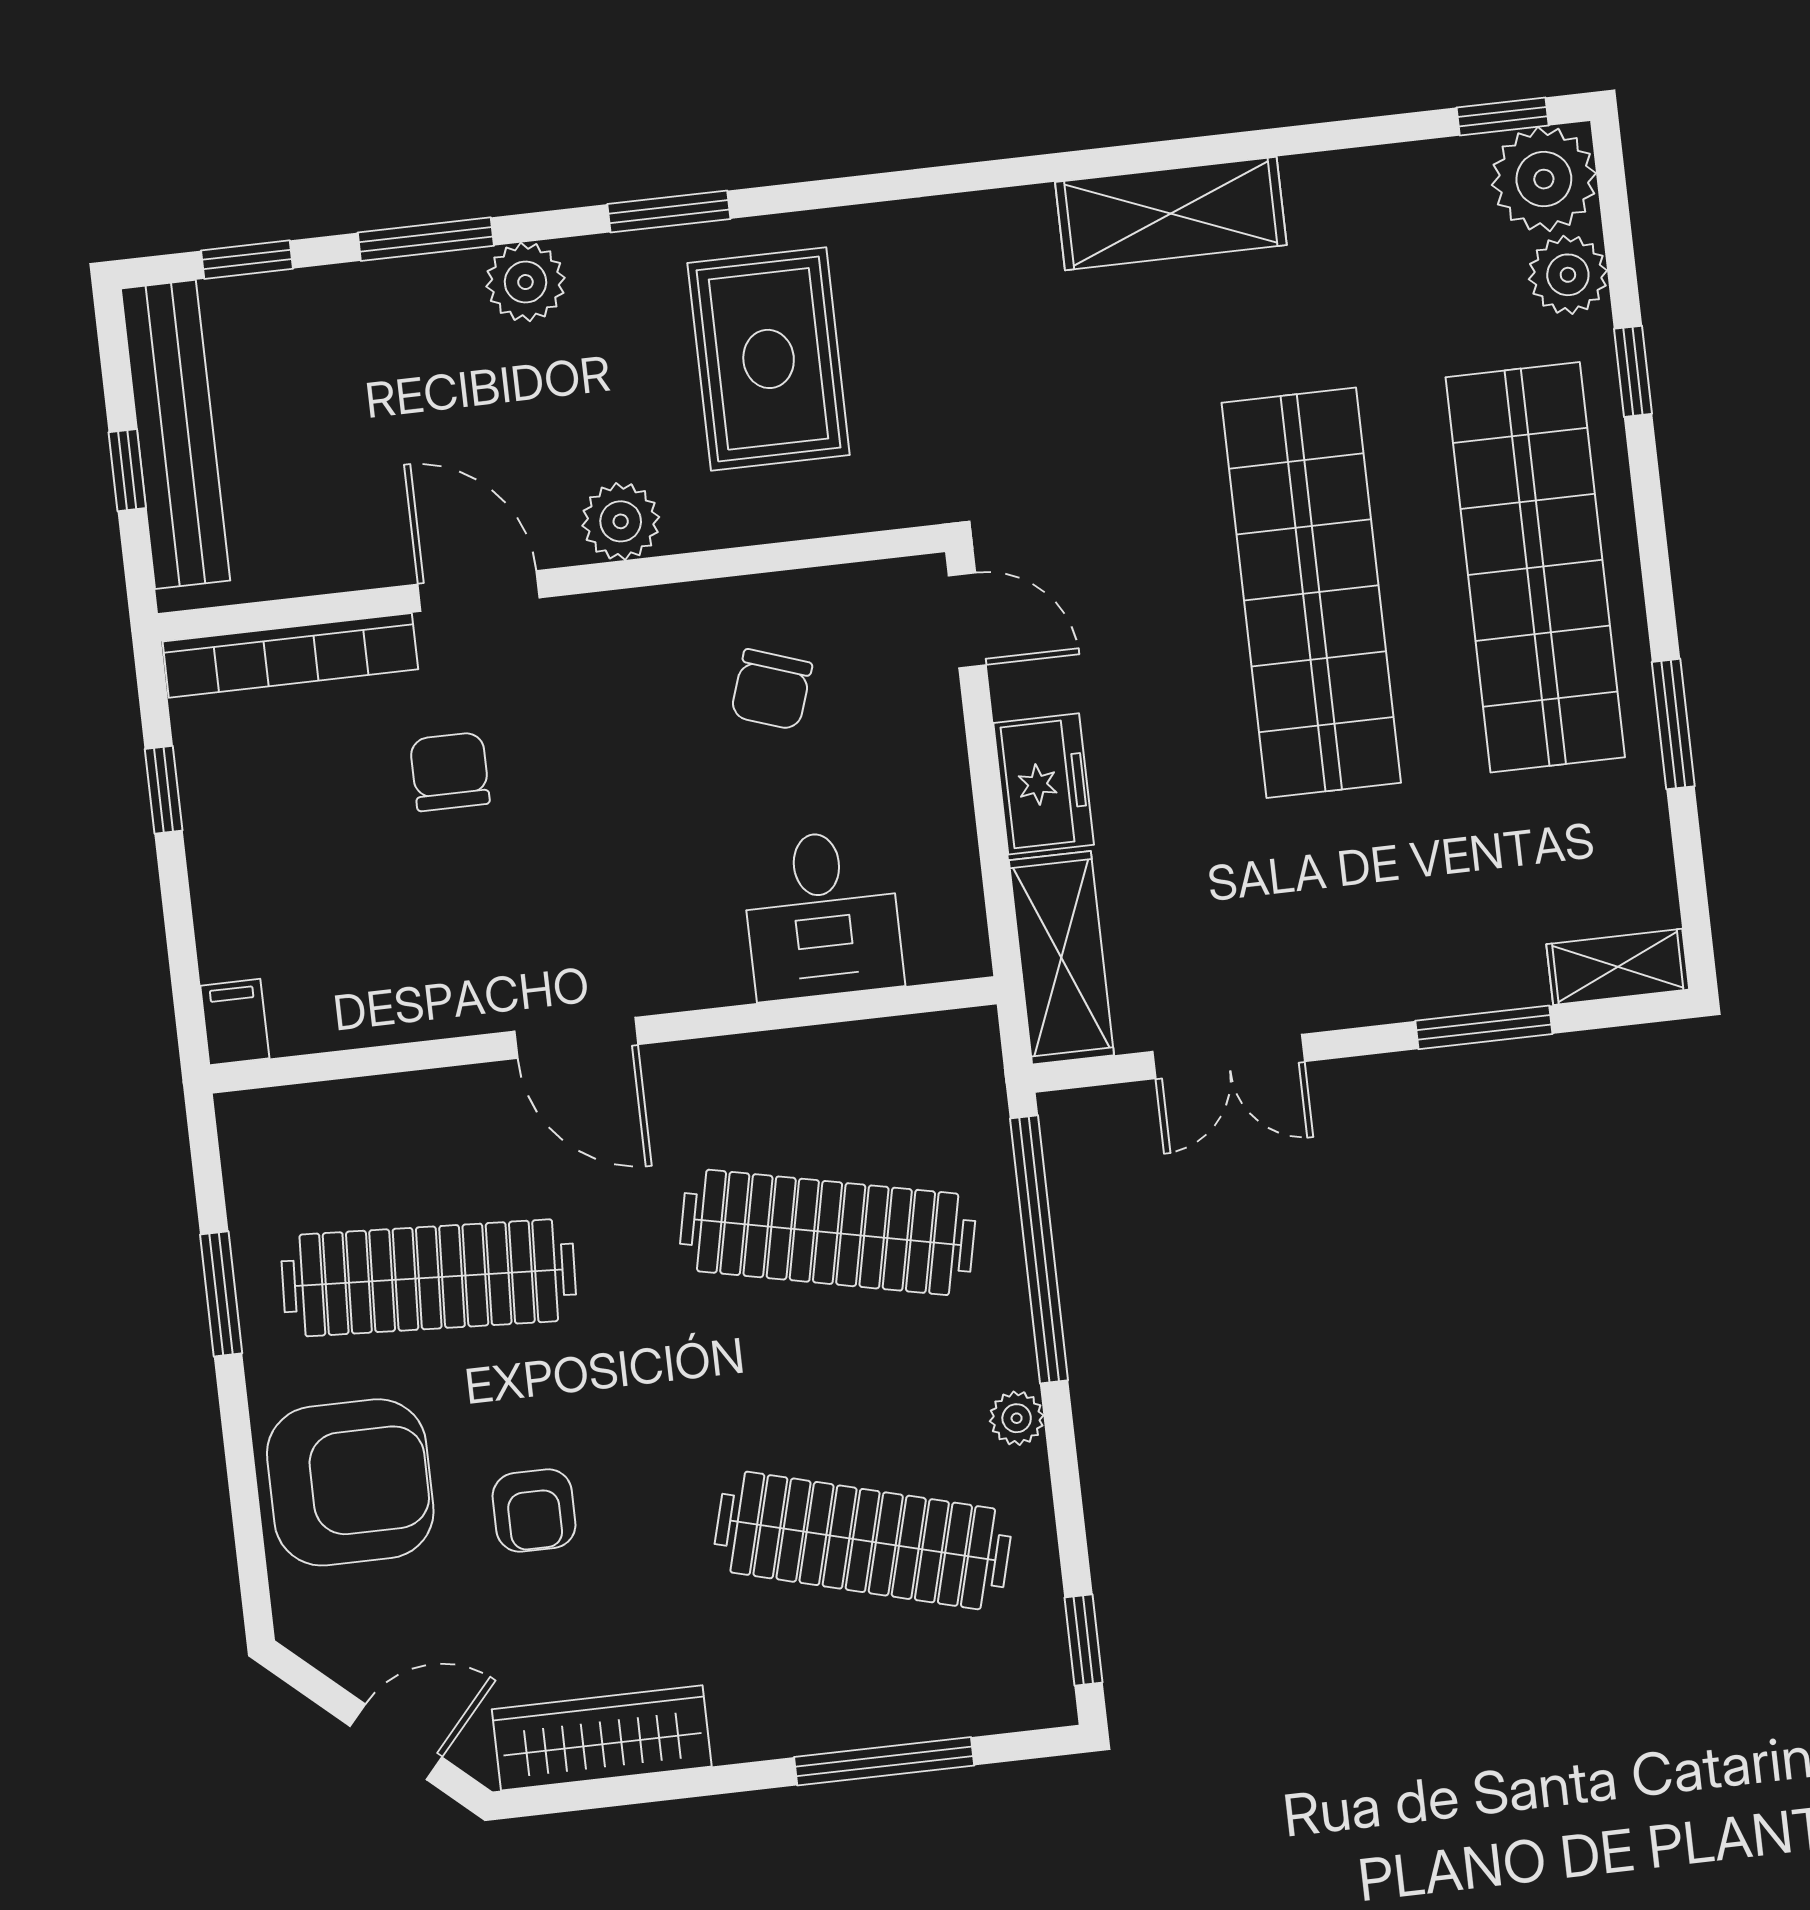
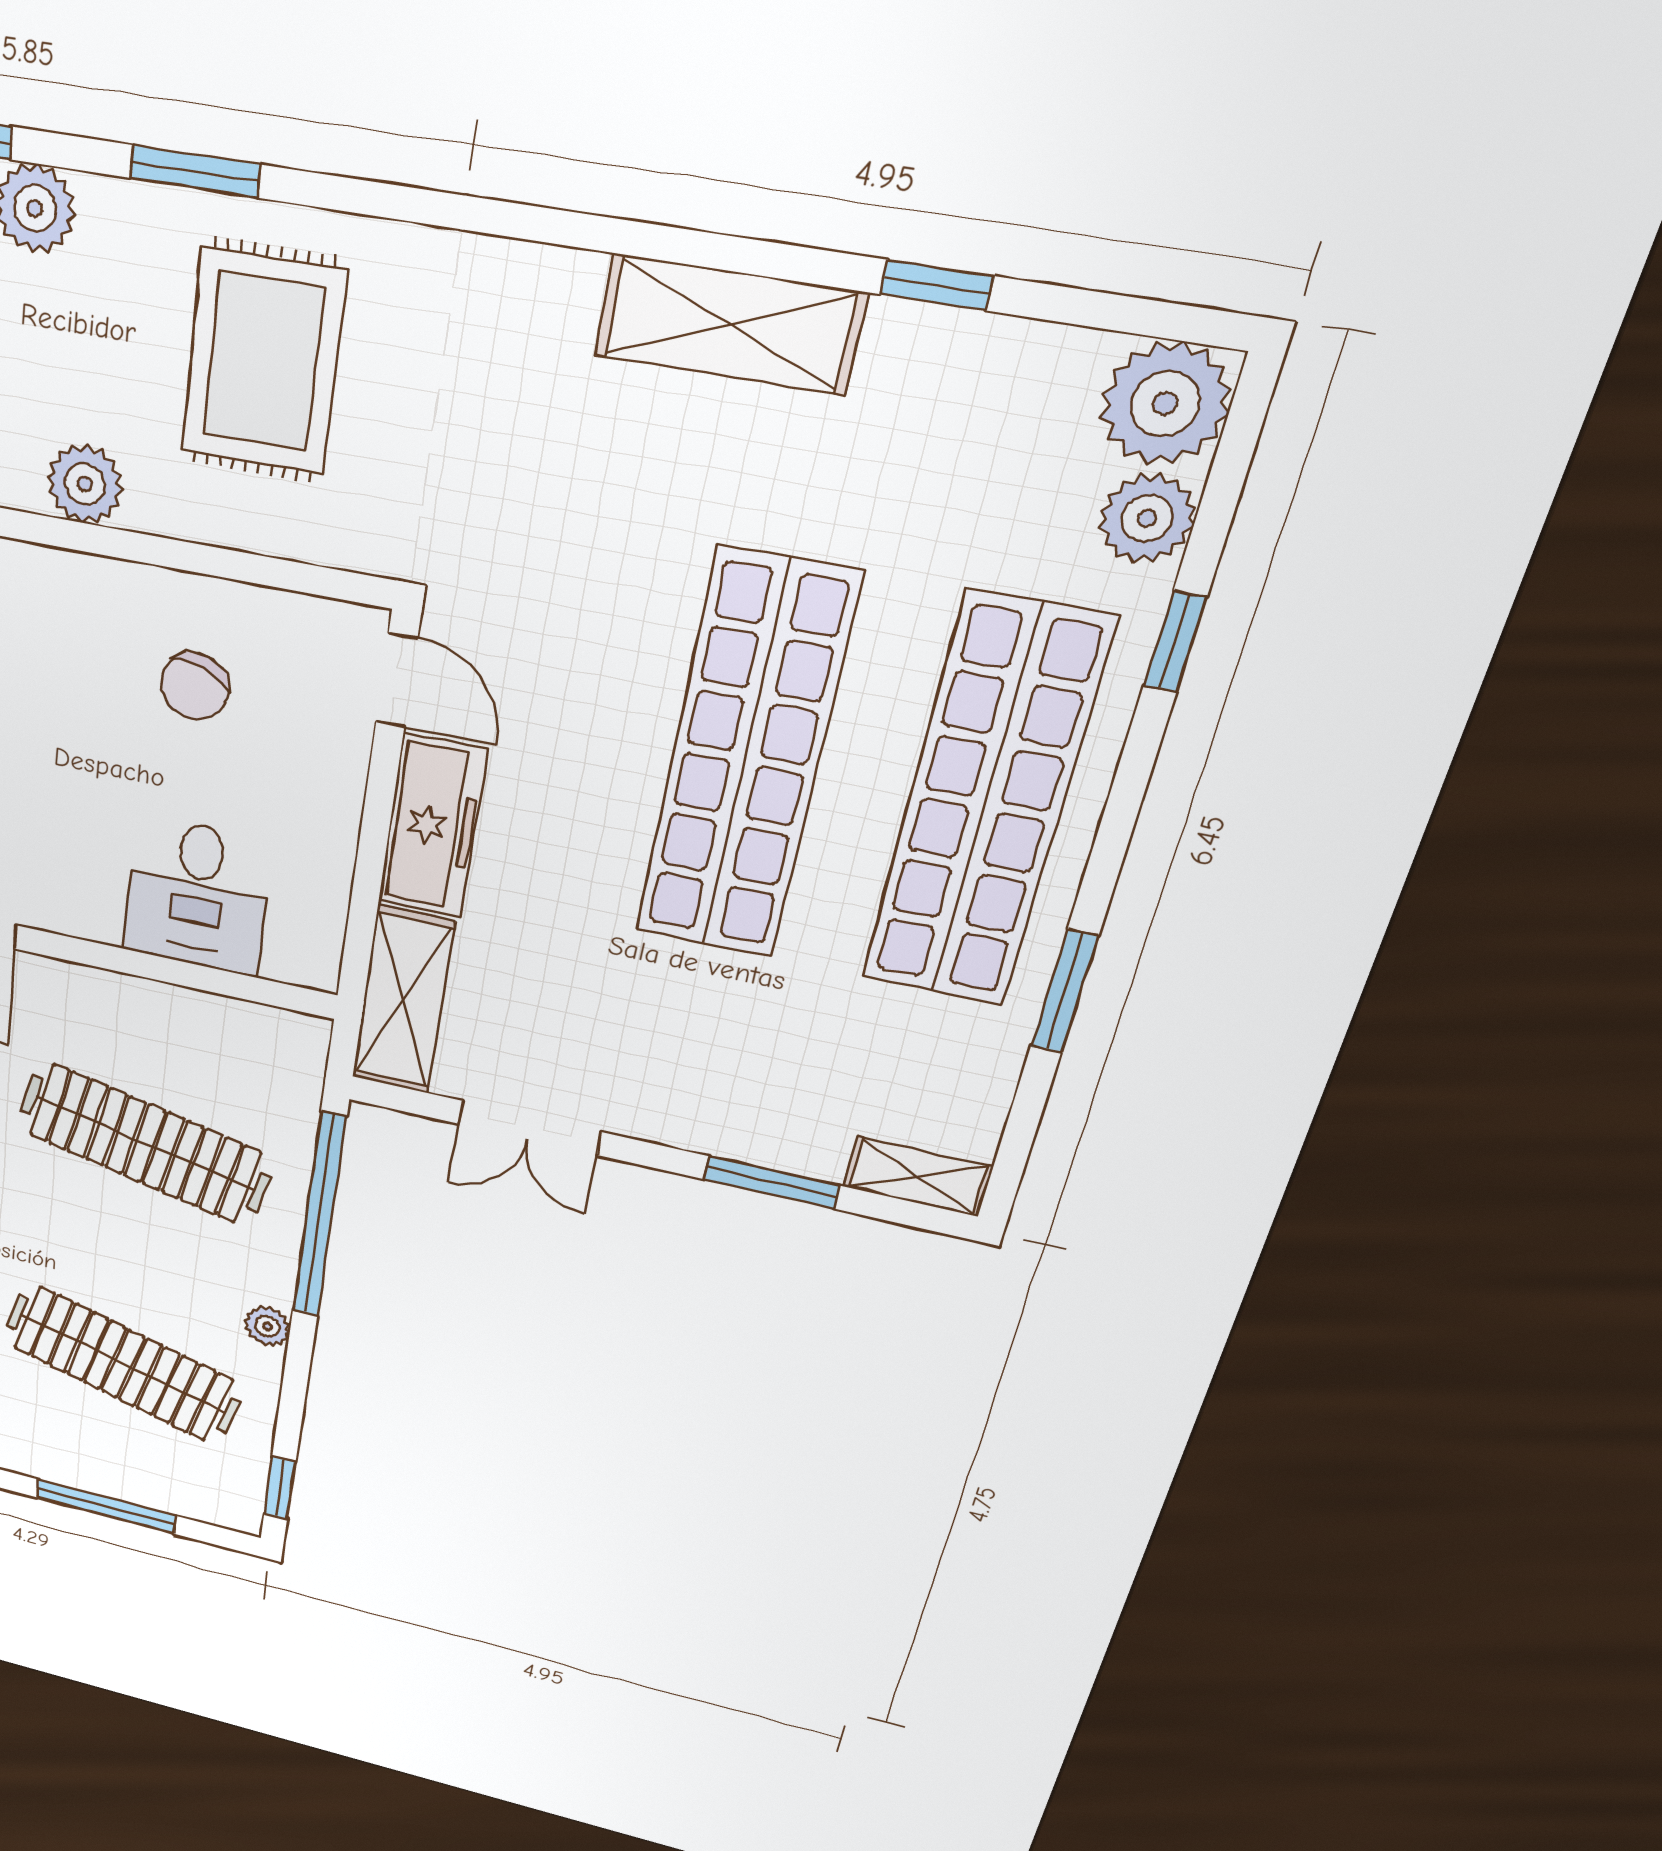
window: (1503, 117) -> (937, 285), moved
freezer: (1044, 784) -> (432, 826), width x1.40

